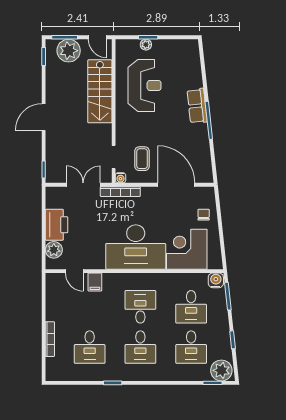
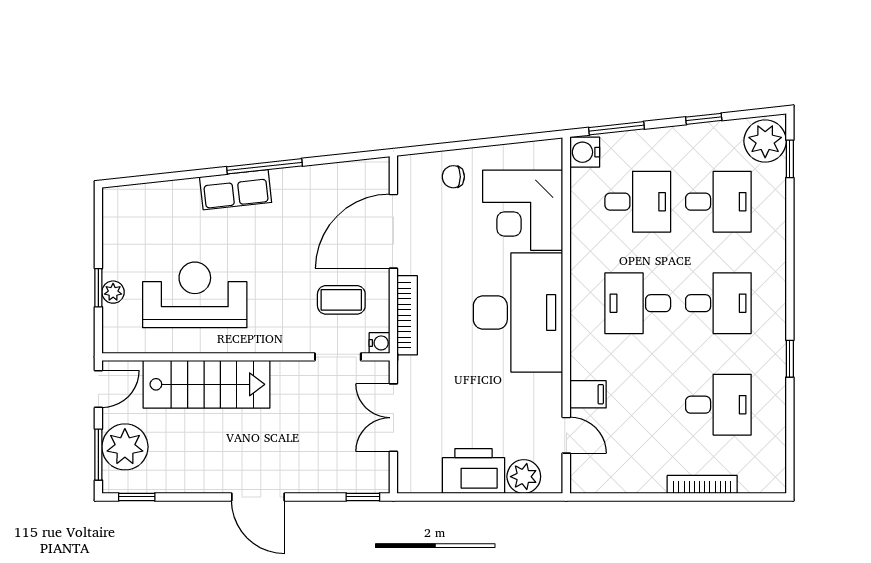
bookcase: (120, 192) -> (407, 315), moved
door: (74, 271) -> (566, 435), hinge flipped

